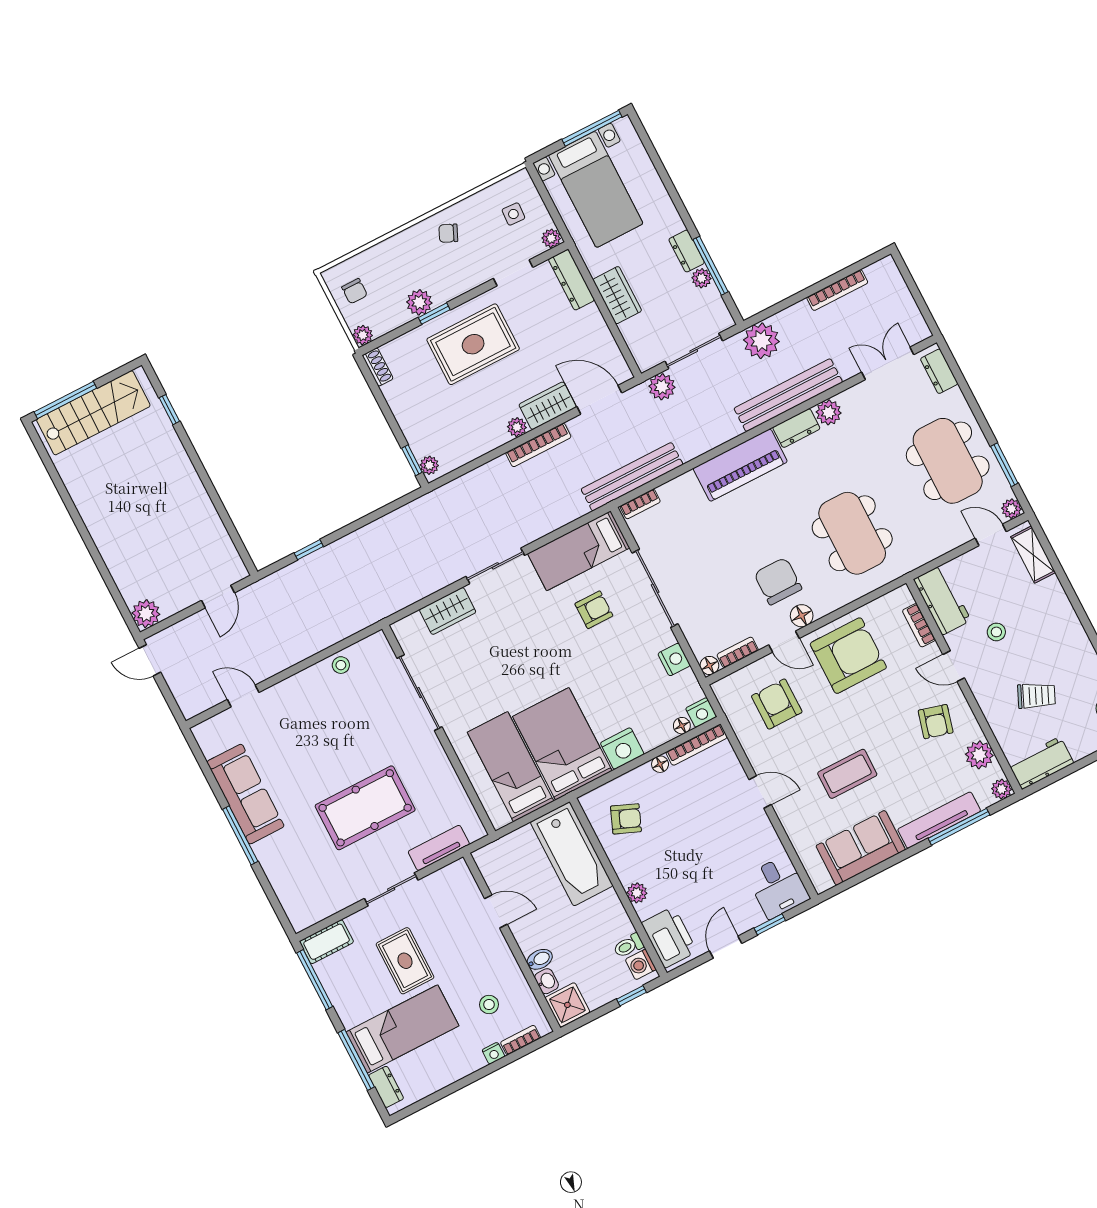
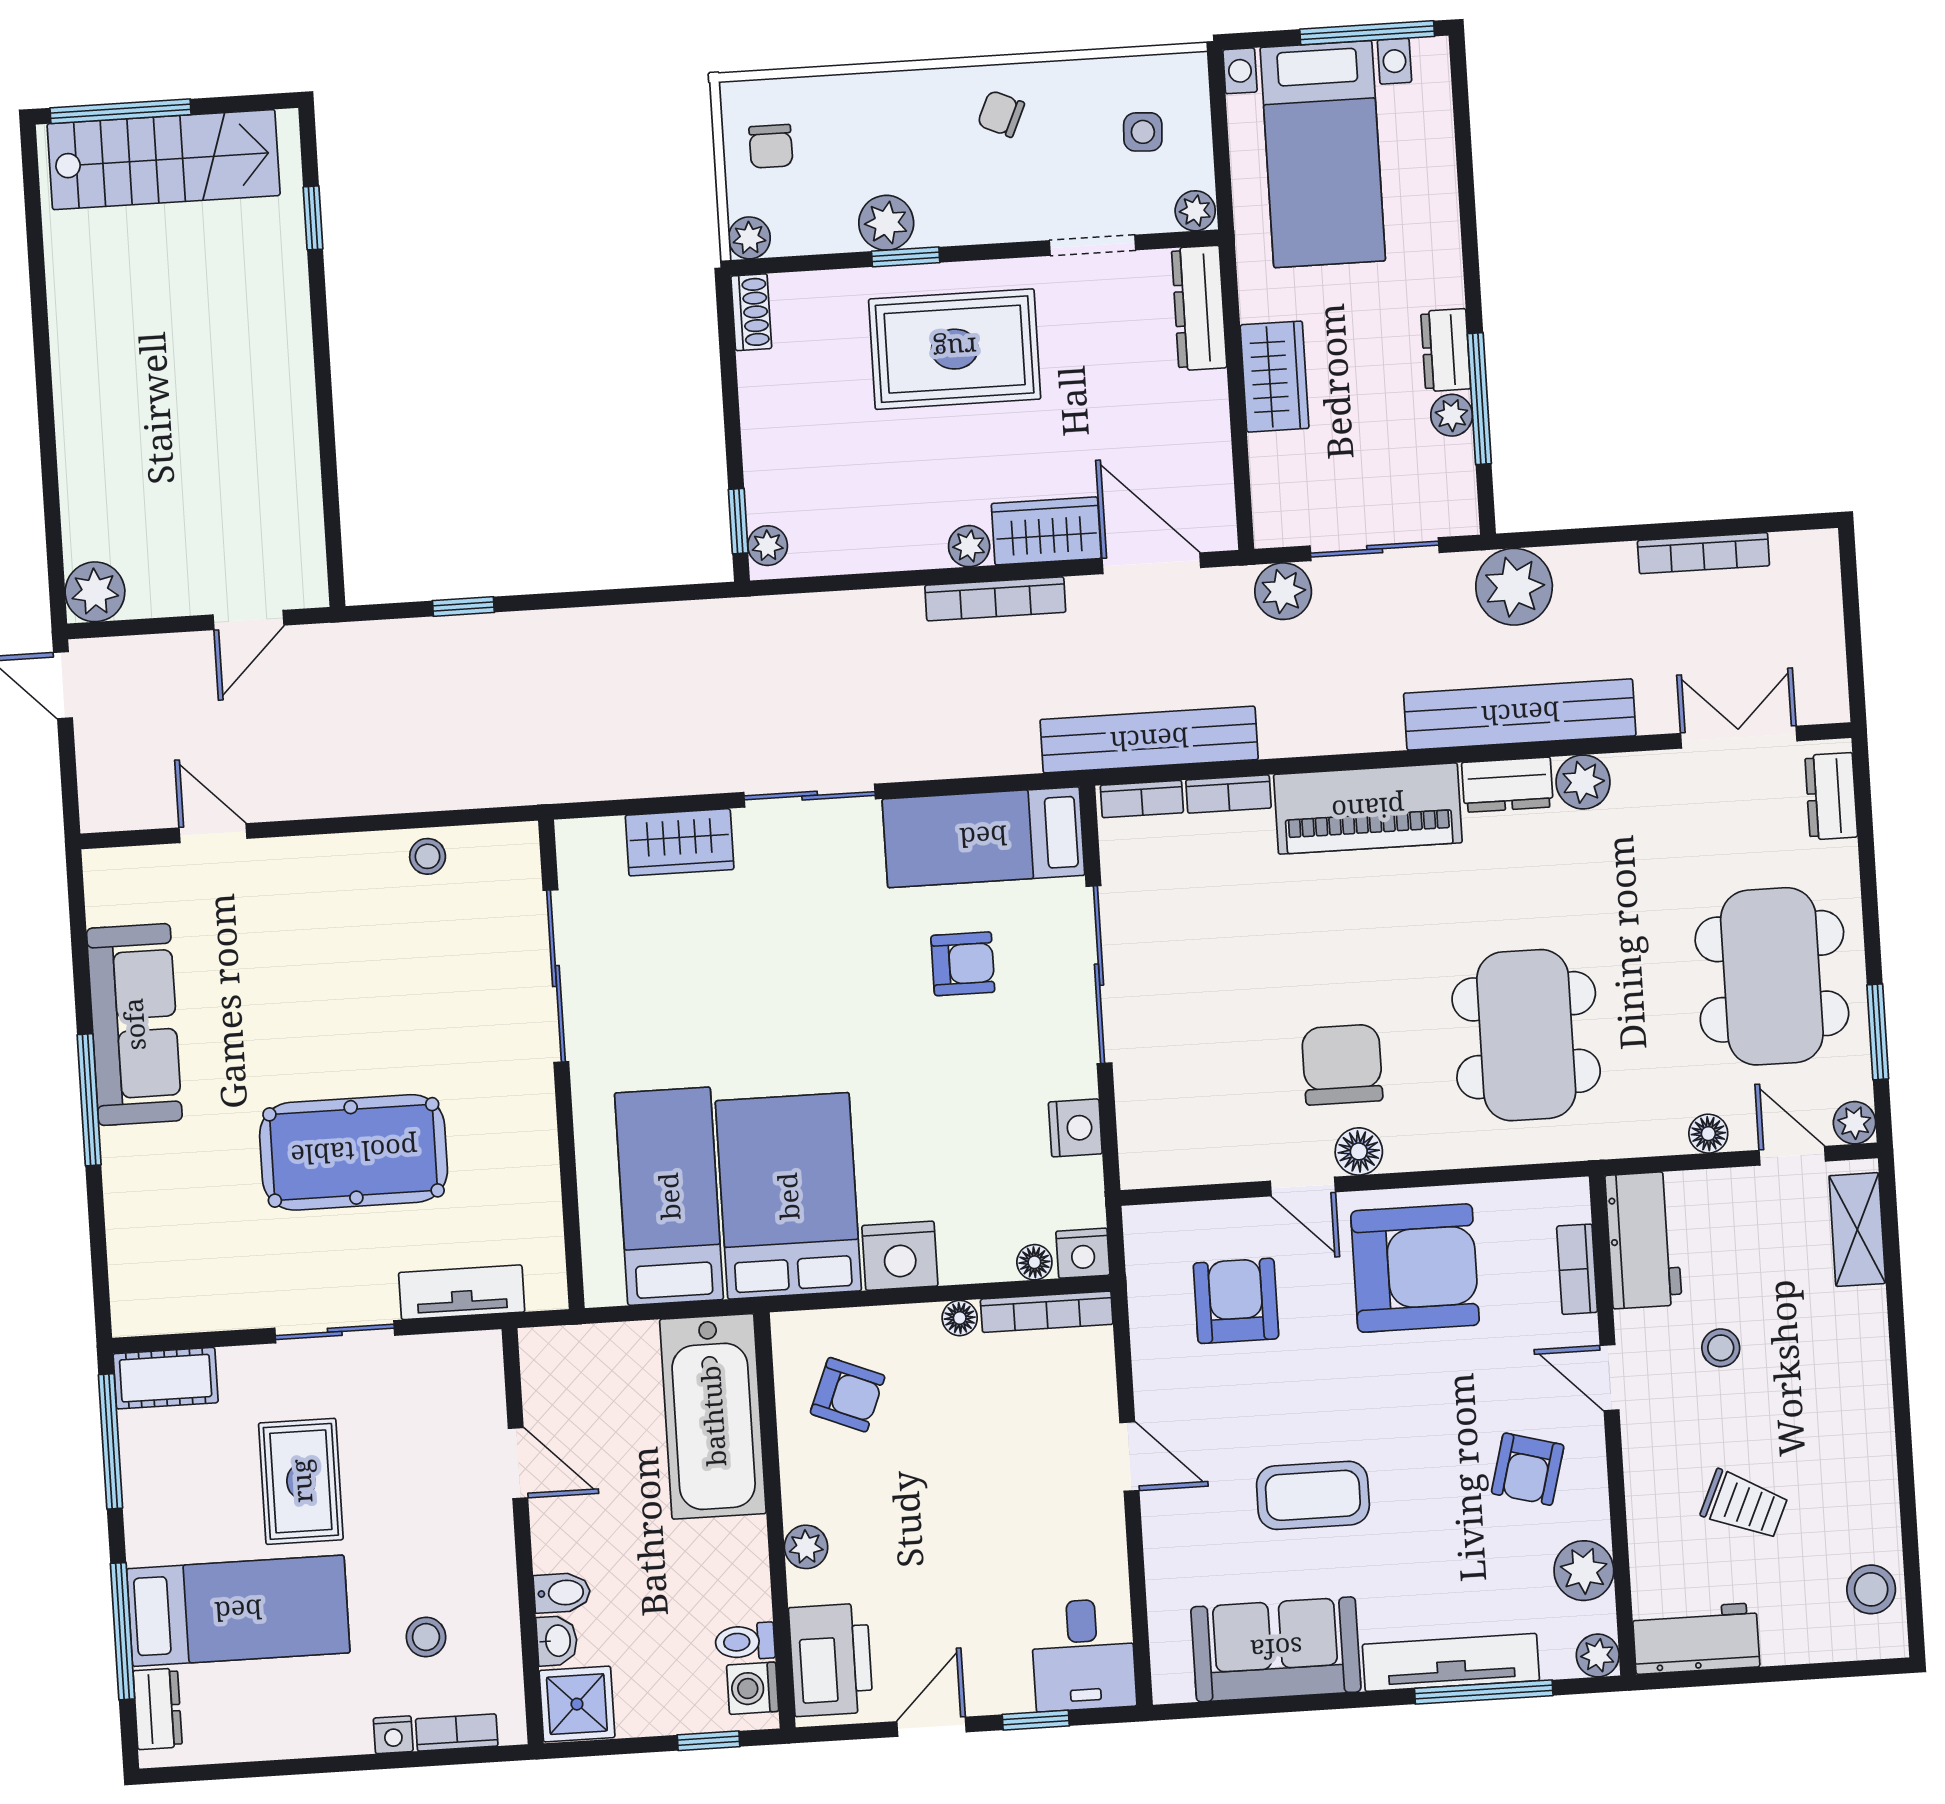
bookcase: (738, 652) -> (1228, 794), moved, turned 180
floor lamp: (709, 666) -> (1708, 1134), moved

